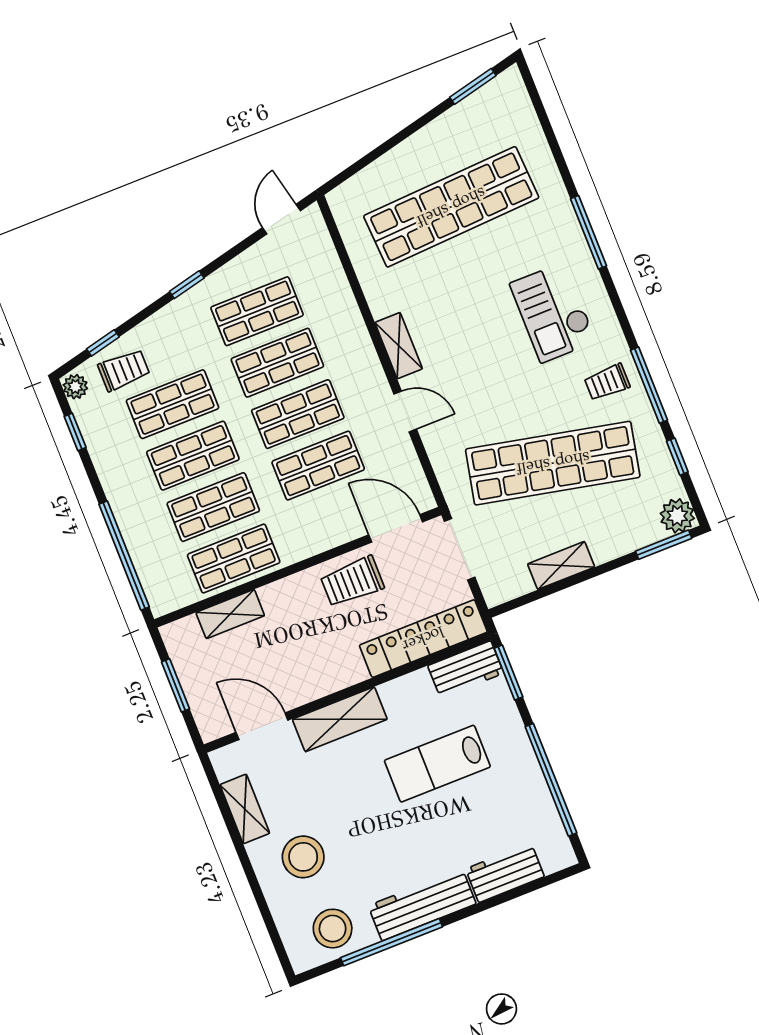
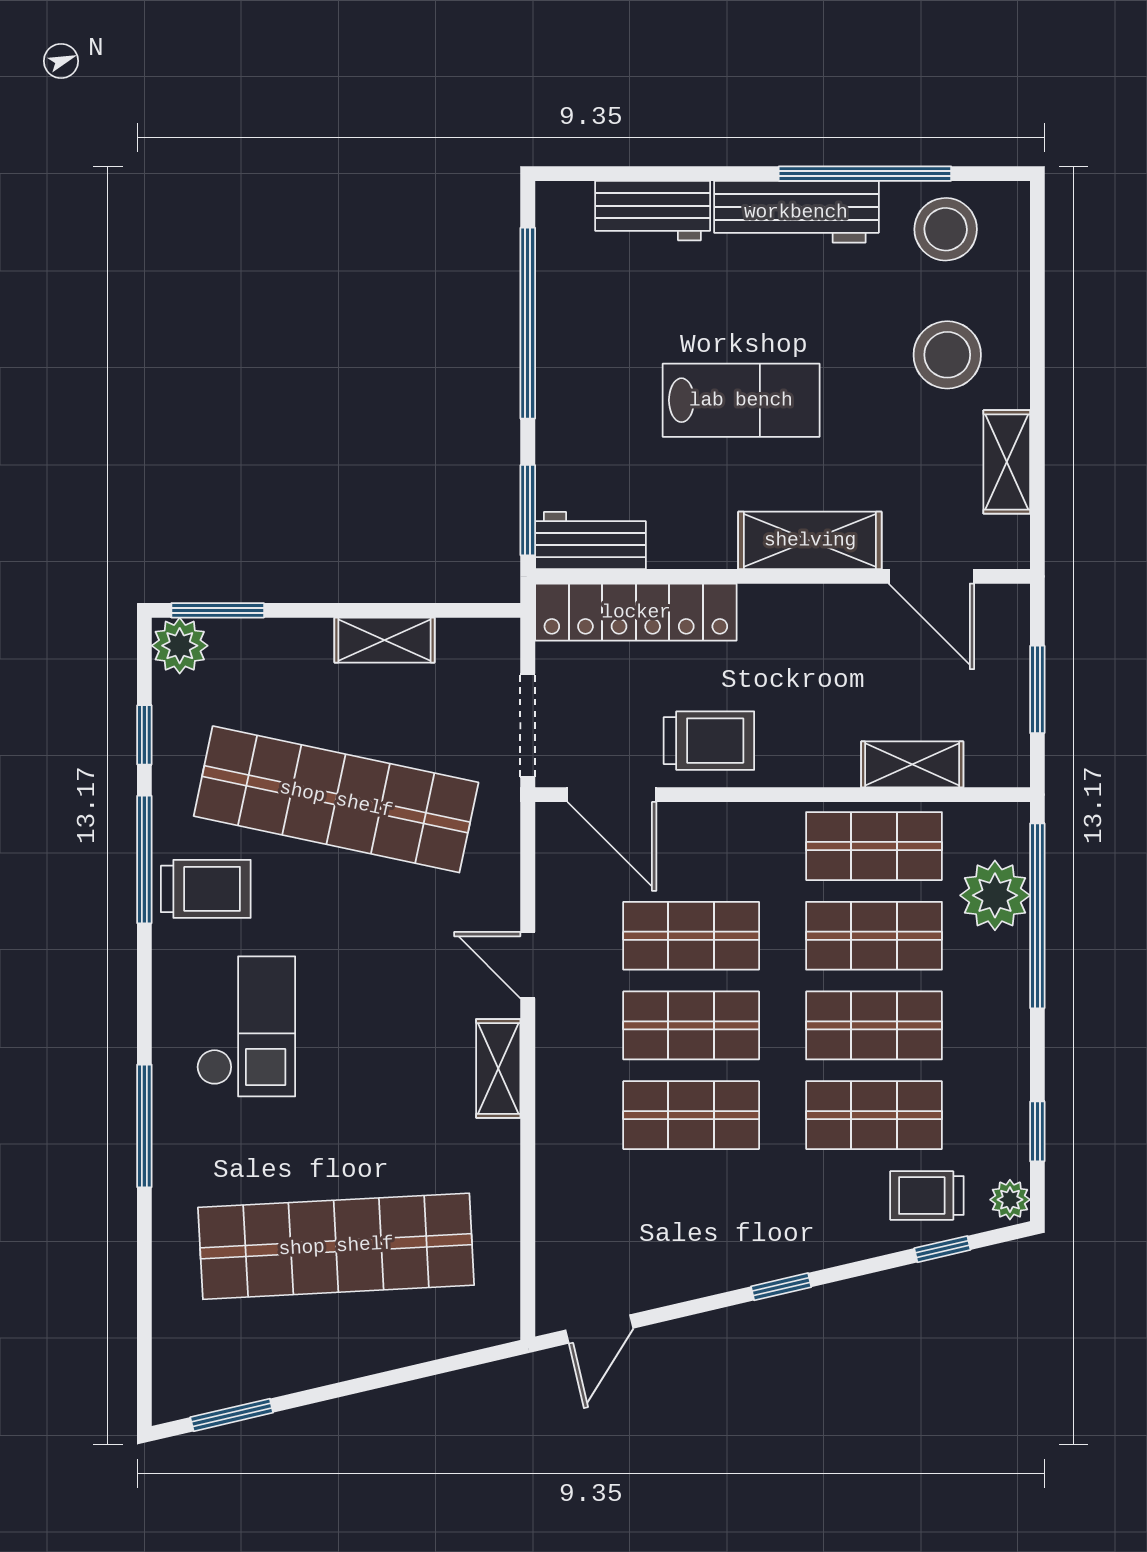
shop shelf: (257, 311) -> (691, 1205), removed
trolley: (607, 382) -> (206, 889), width x1.36, depth x1.39
plant: (153, 558) -> (995, 895), added
lab bench: (437, 764) -> (741, 400), moved

